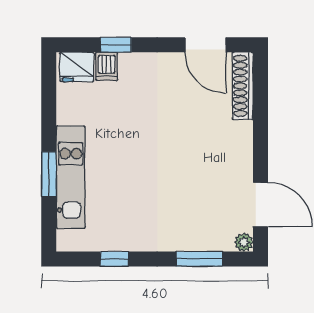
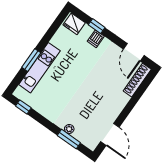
dishwasher: (107, 66) -> (96, 39), moved
plant: (244, 242) -> (69, 129), moved
window: (115, 259) -> (23, 107), moved

